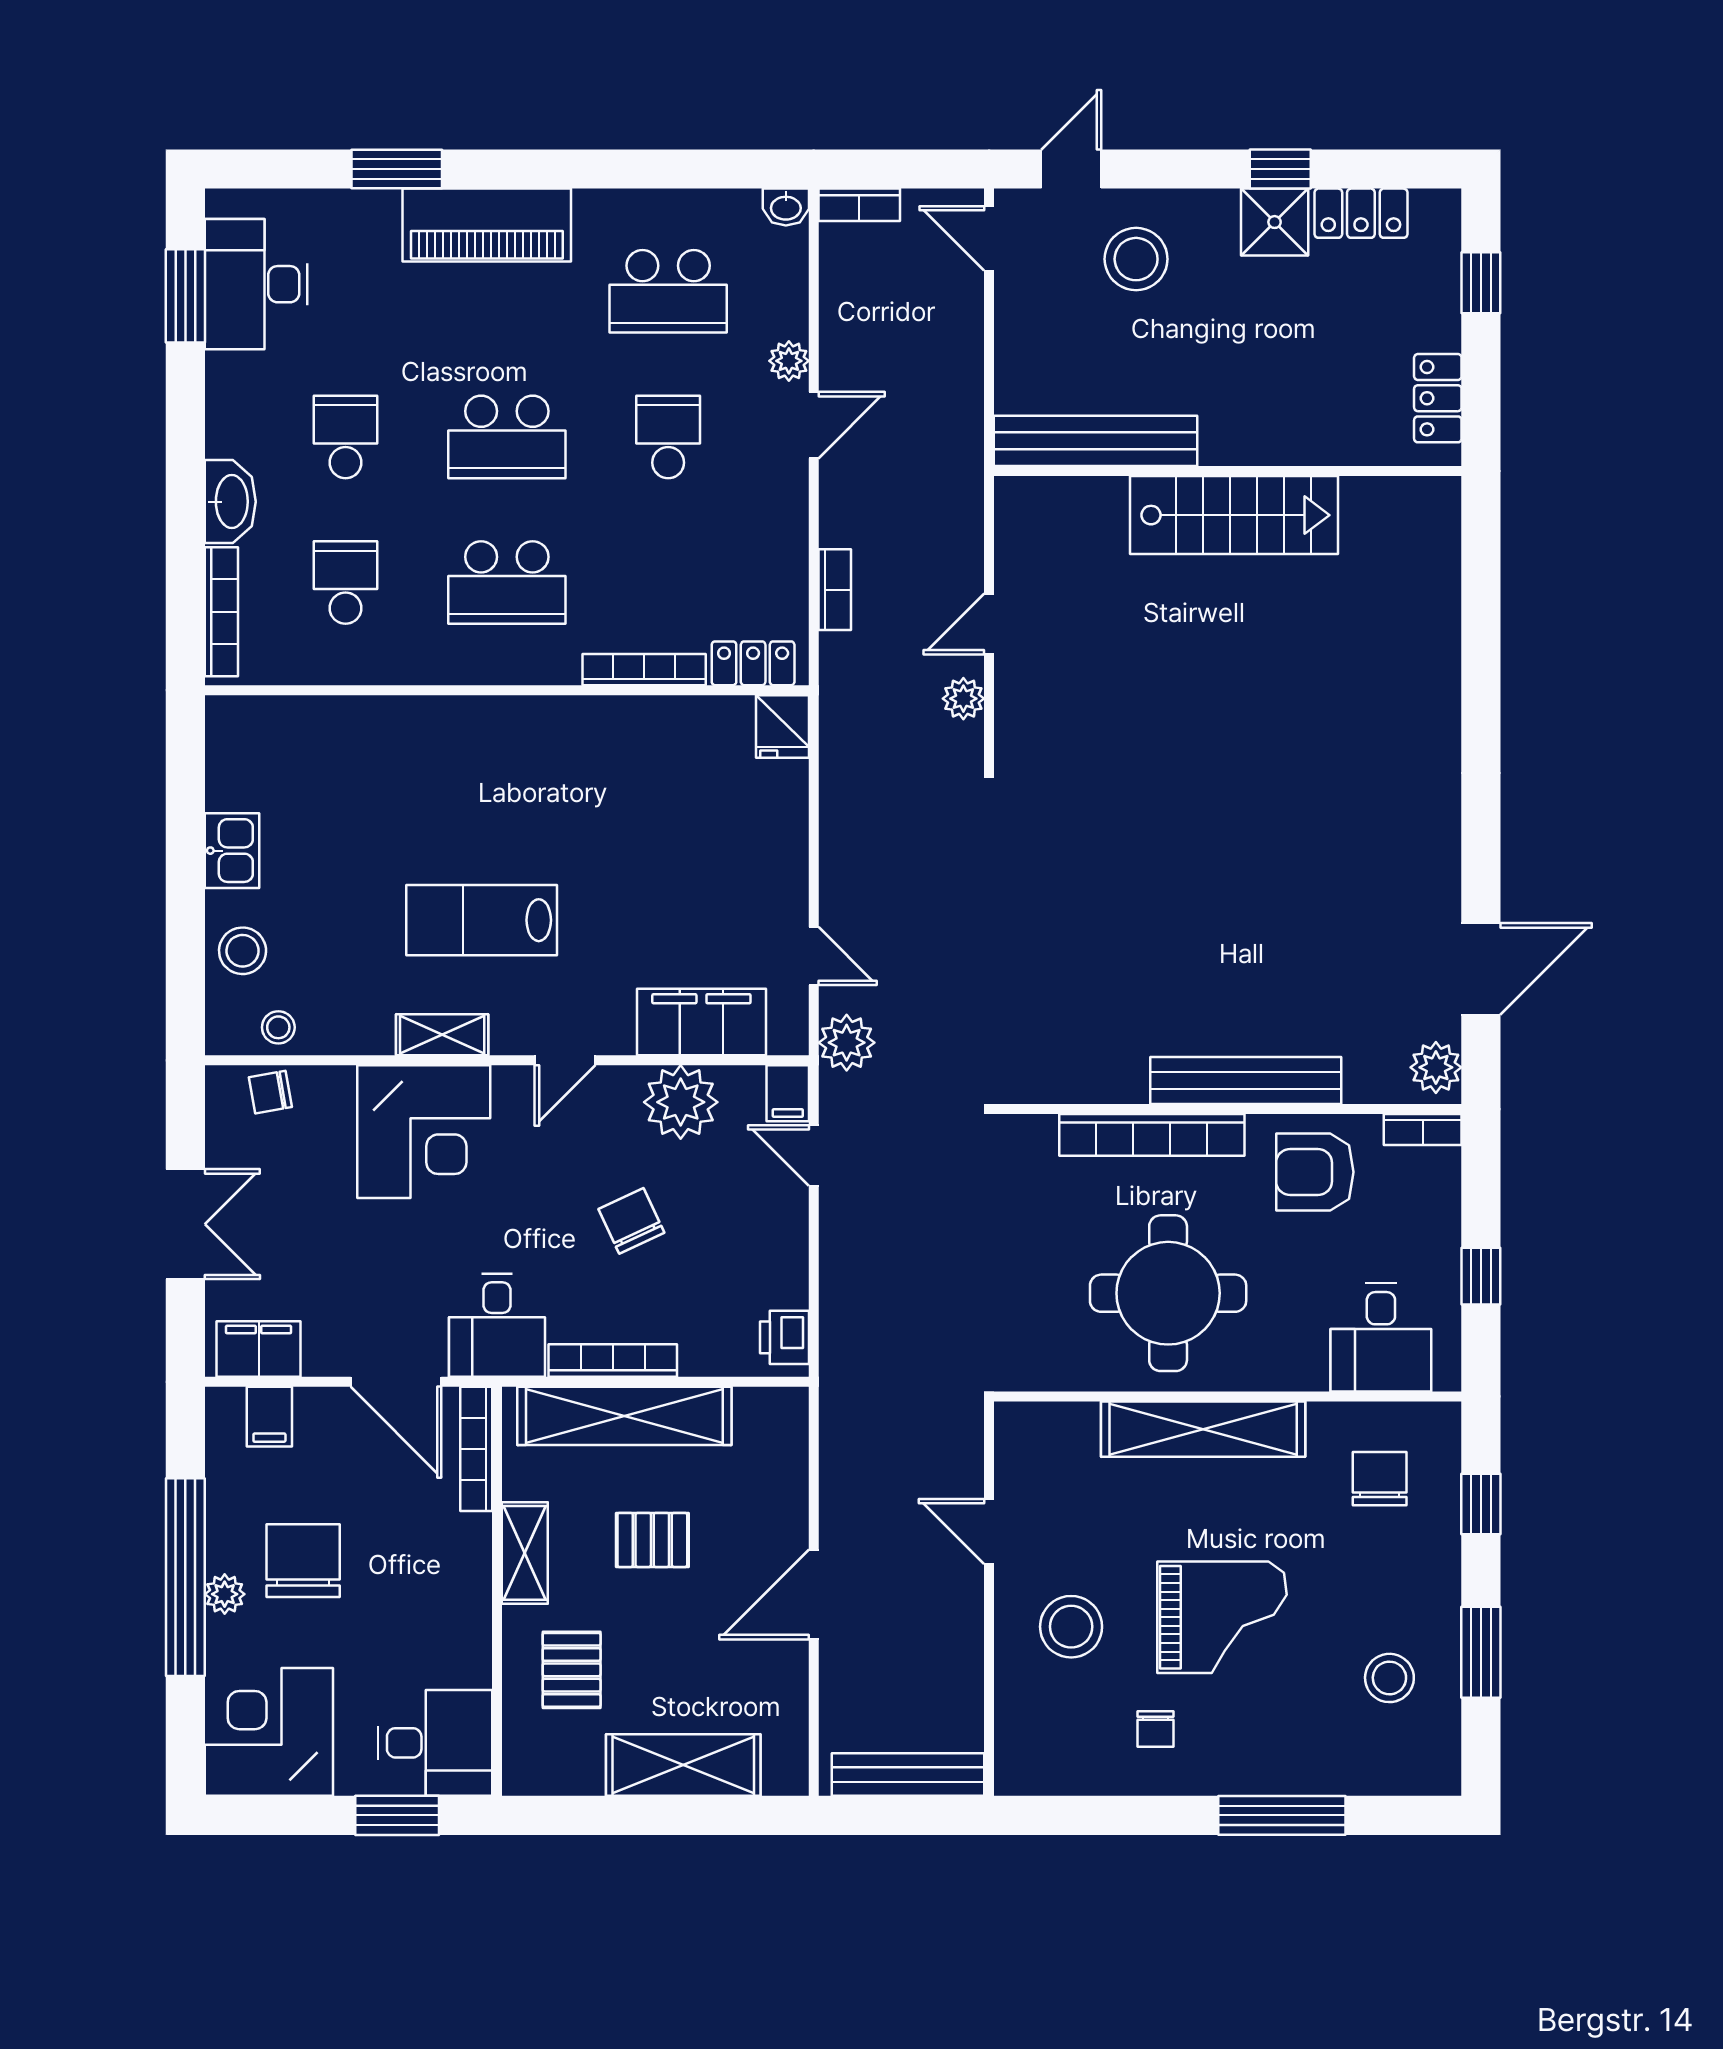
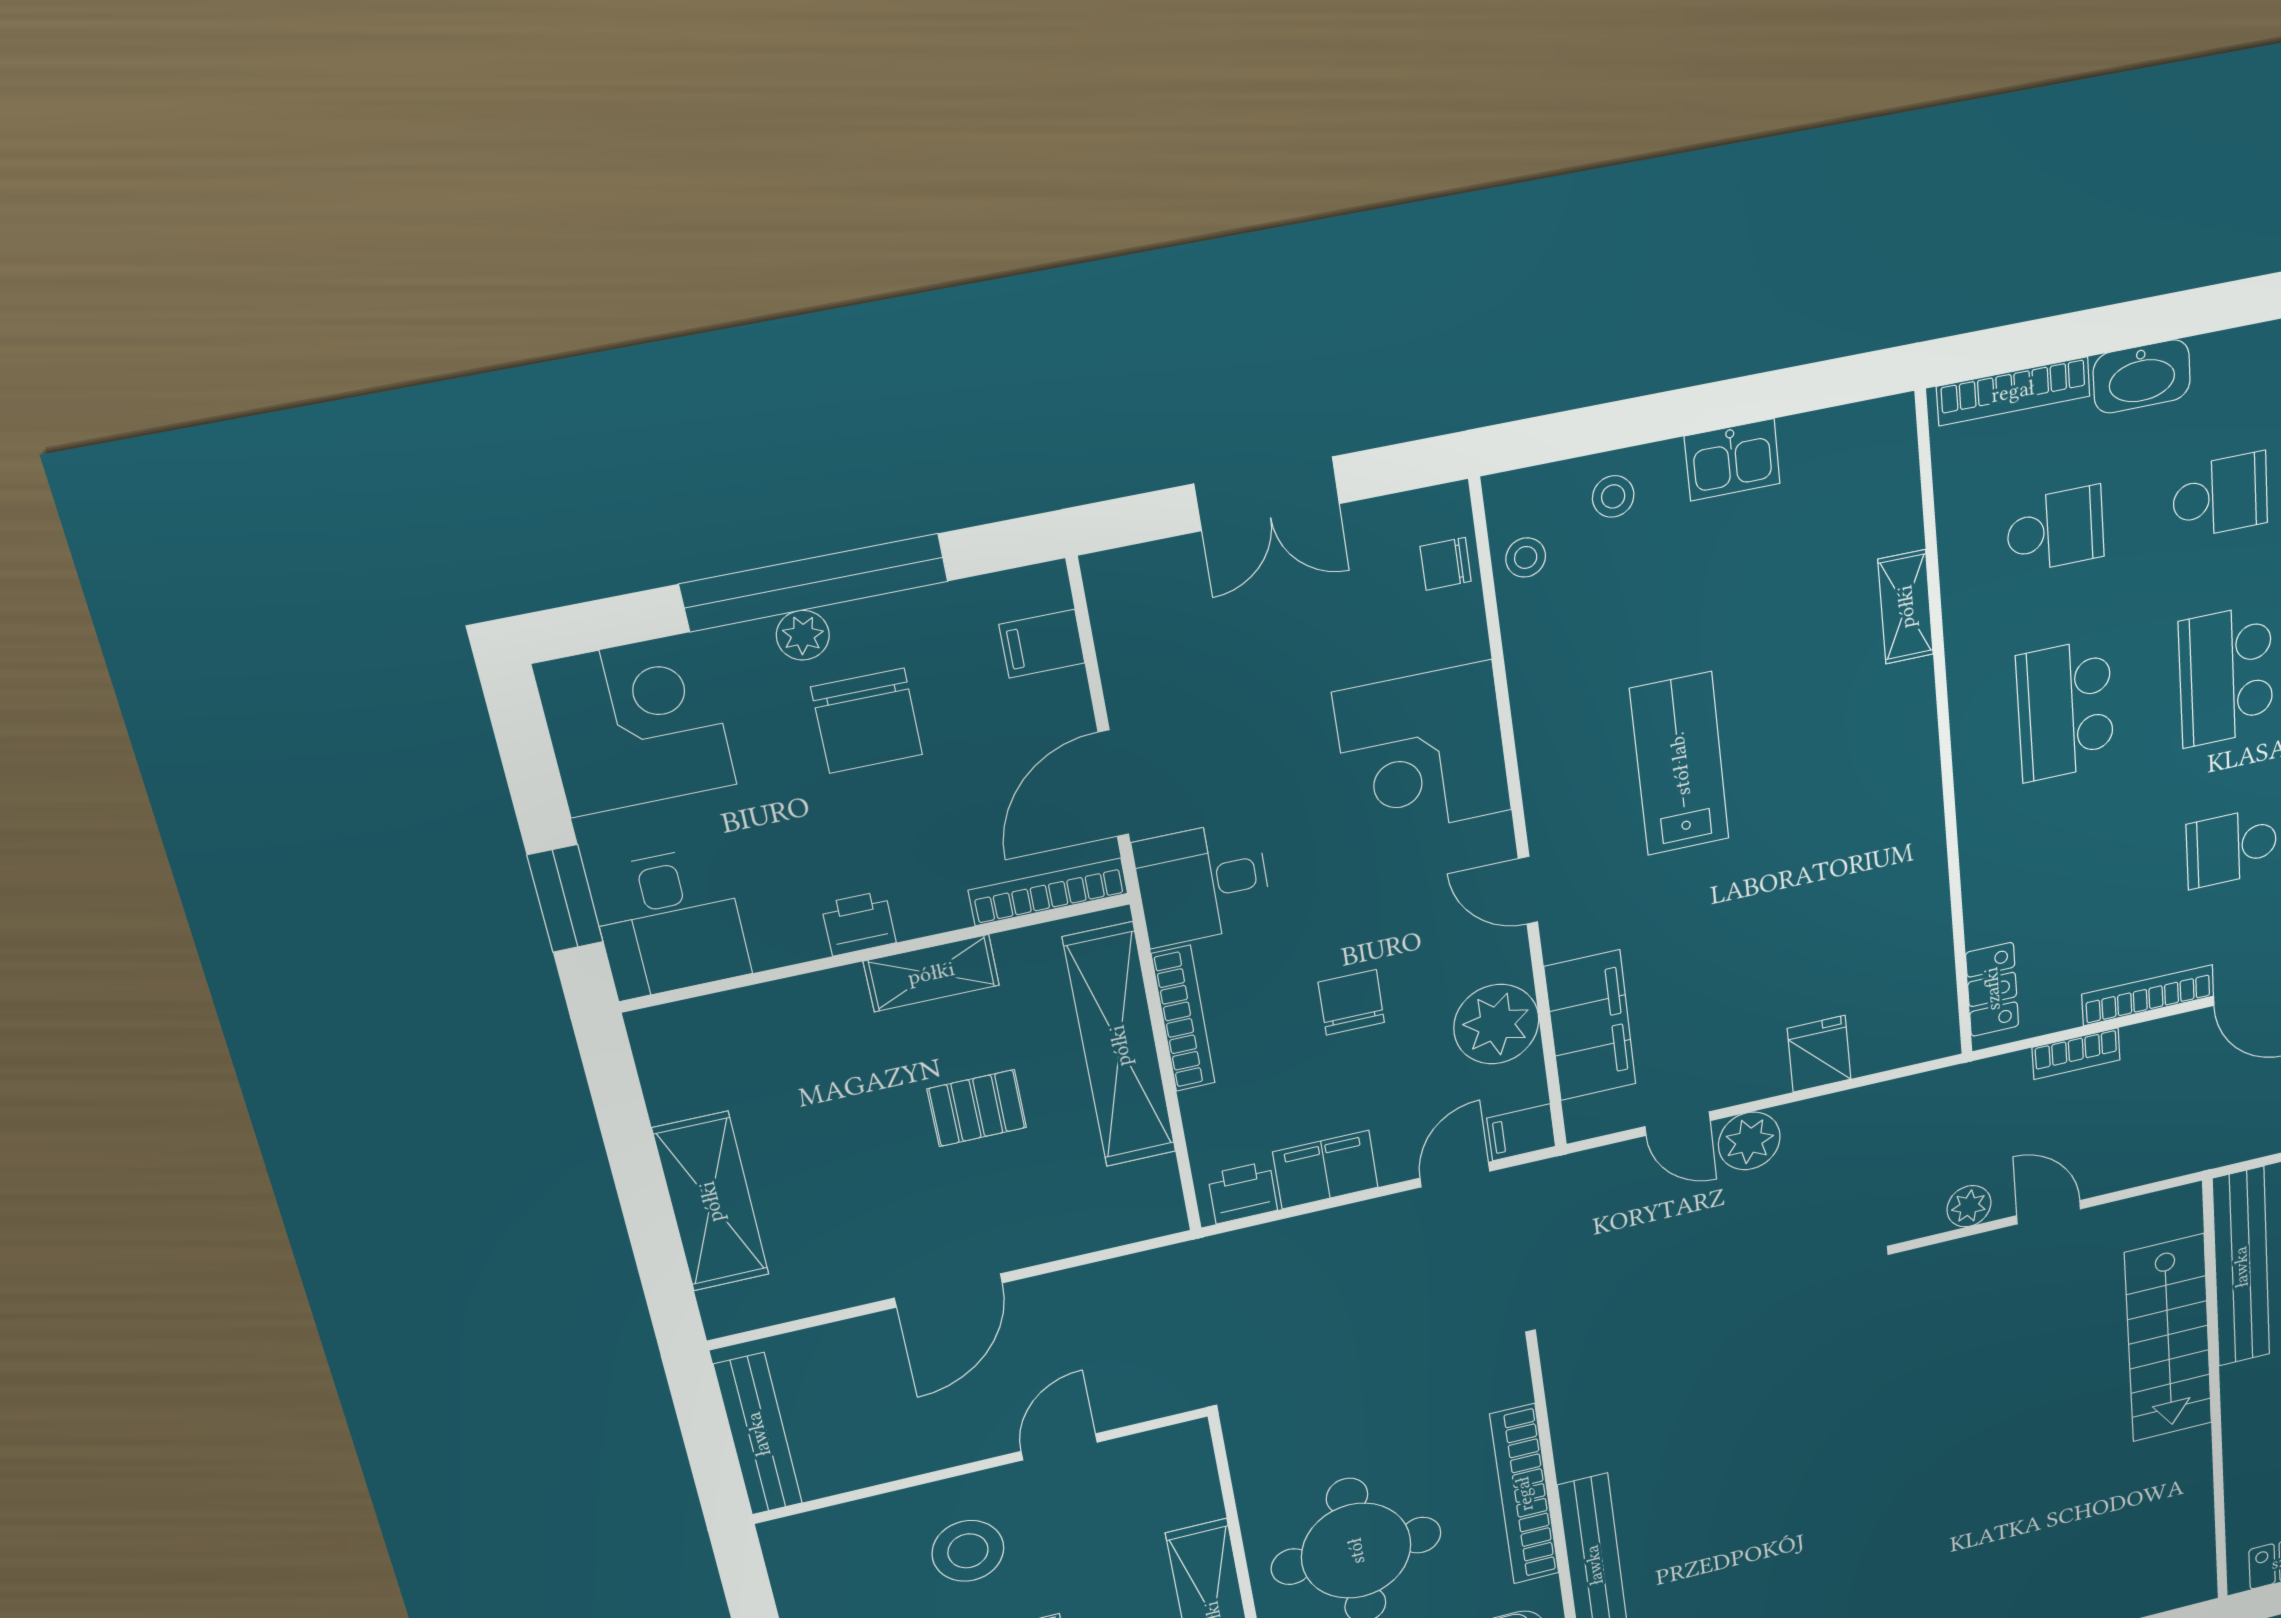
school desk: (668, 437) -> (2232, 848), turned 180
stairs: (1234, 515) -> (2168, 1339), moved
bookcase: (644, 670) -> (2148, 995), moved, turned -90
fridge: (782, 727) -> (1819, 1054), moved, turned 90
stool: (243, 951) -> (1613, 496), width x0.73, depth x0.73
door: (814, 956) -> (1678, 1124), hinge flipped
shelving: (442, 1035) -> (1906, 607), moved
plant: (847, 1043) -> (1749, 1141), moved
chair: (270, 1092) -> (1446, 564), turned -80
chair: (631, 1221) -> (1351, 1002), turned -65
filing cabinet: (259, 1349) -> (1325, 1170), moved, turned -90
pallet: (652, 1540) -> (977, 1108), turned 90
chair: (303, 1561) -> (867, 721), turned 90
door: (814, 1594) -> (948, 1290), swing flipped
printer: (469, 1600) -> (859, 923), added
pallet: (572, 1670) -> (799, 1056), removed

